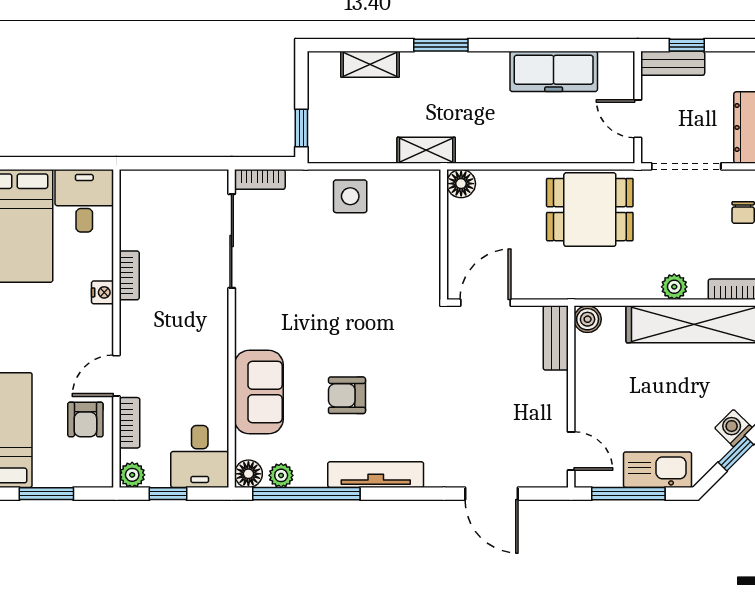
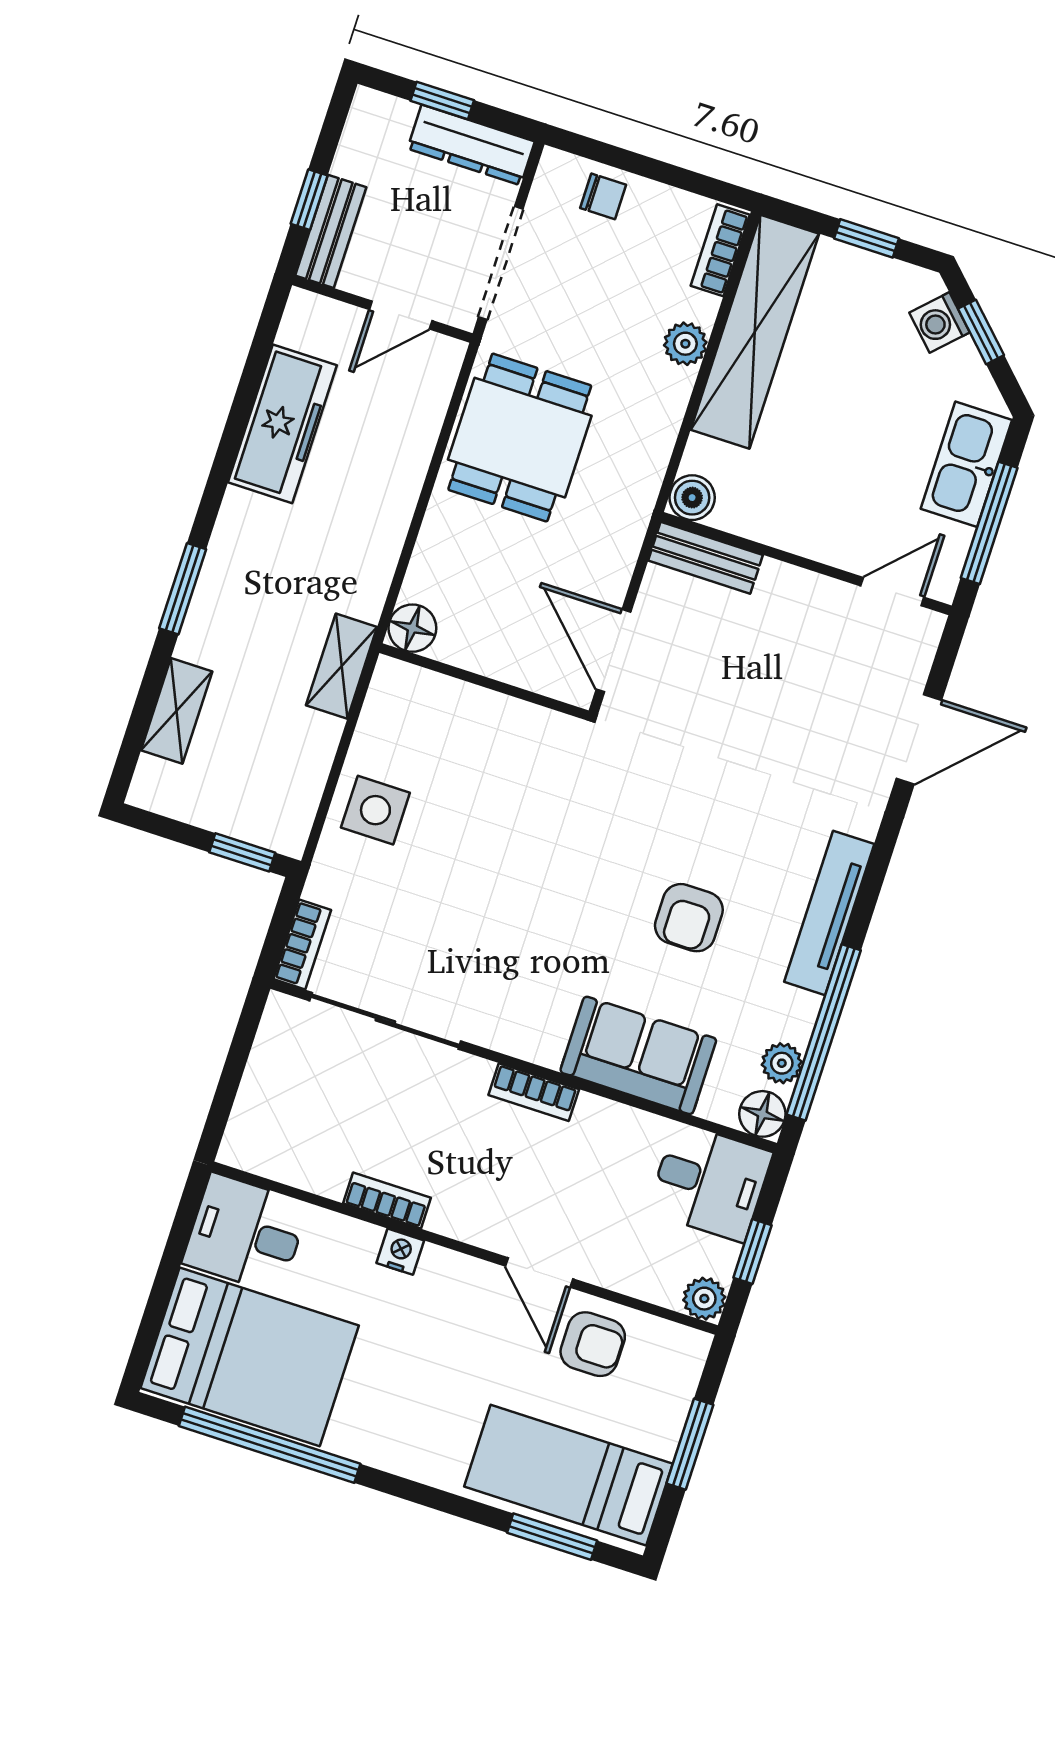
bookcase: (130, 423) -> (534, 1092), moved, turned 180

